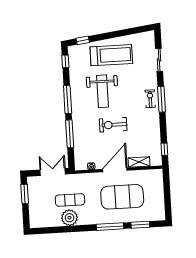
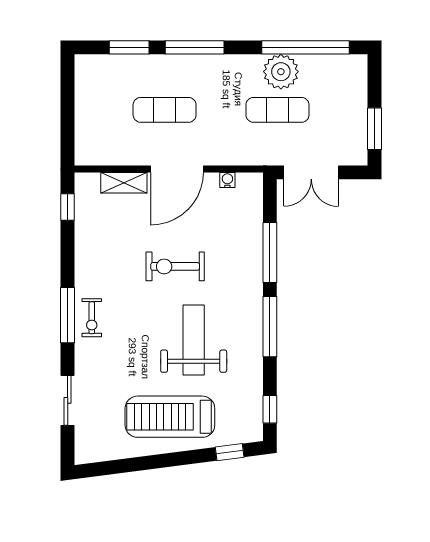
exercise bike: (113, 125) -> (175, 266), turned 180
exercise mat: (122, 197) -> (165, 110), width x0.50, depth x0.69
window: (59, 230) -> (306, 47), added

